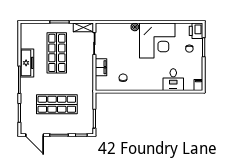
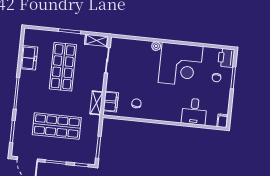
freezer: (27, 63) -> (29, 58), moved, width x0.71
filing cabinet: (101, 67) -> (111, 102), moved
shelving: (89, 81) -> (96, 103), added

